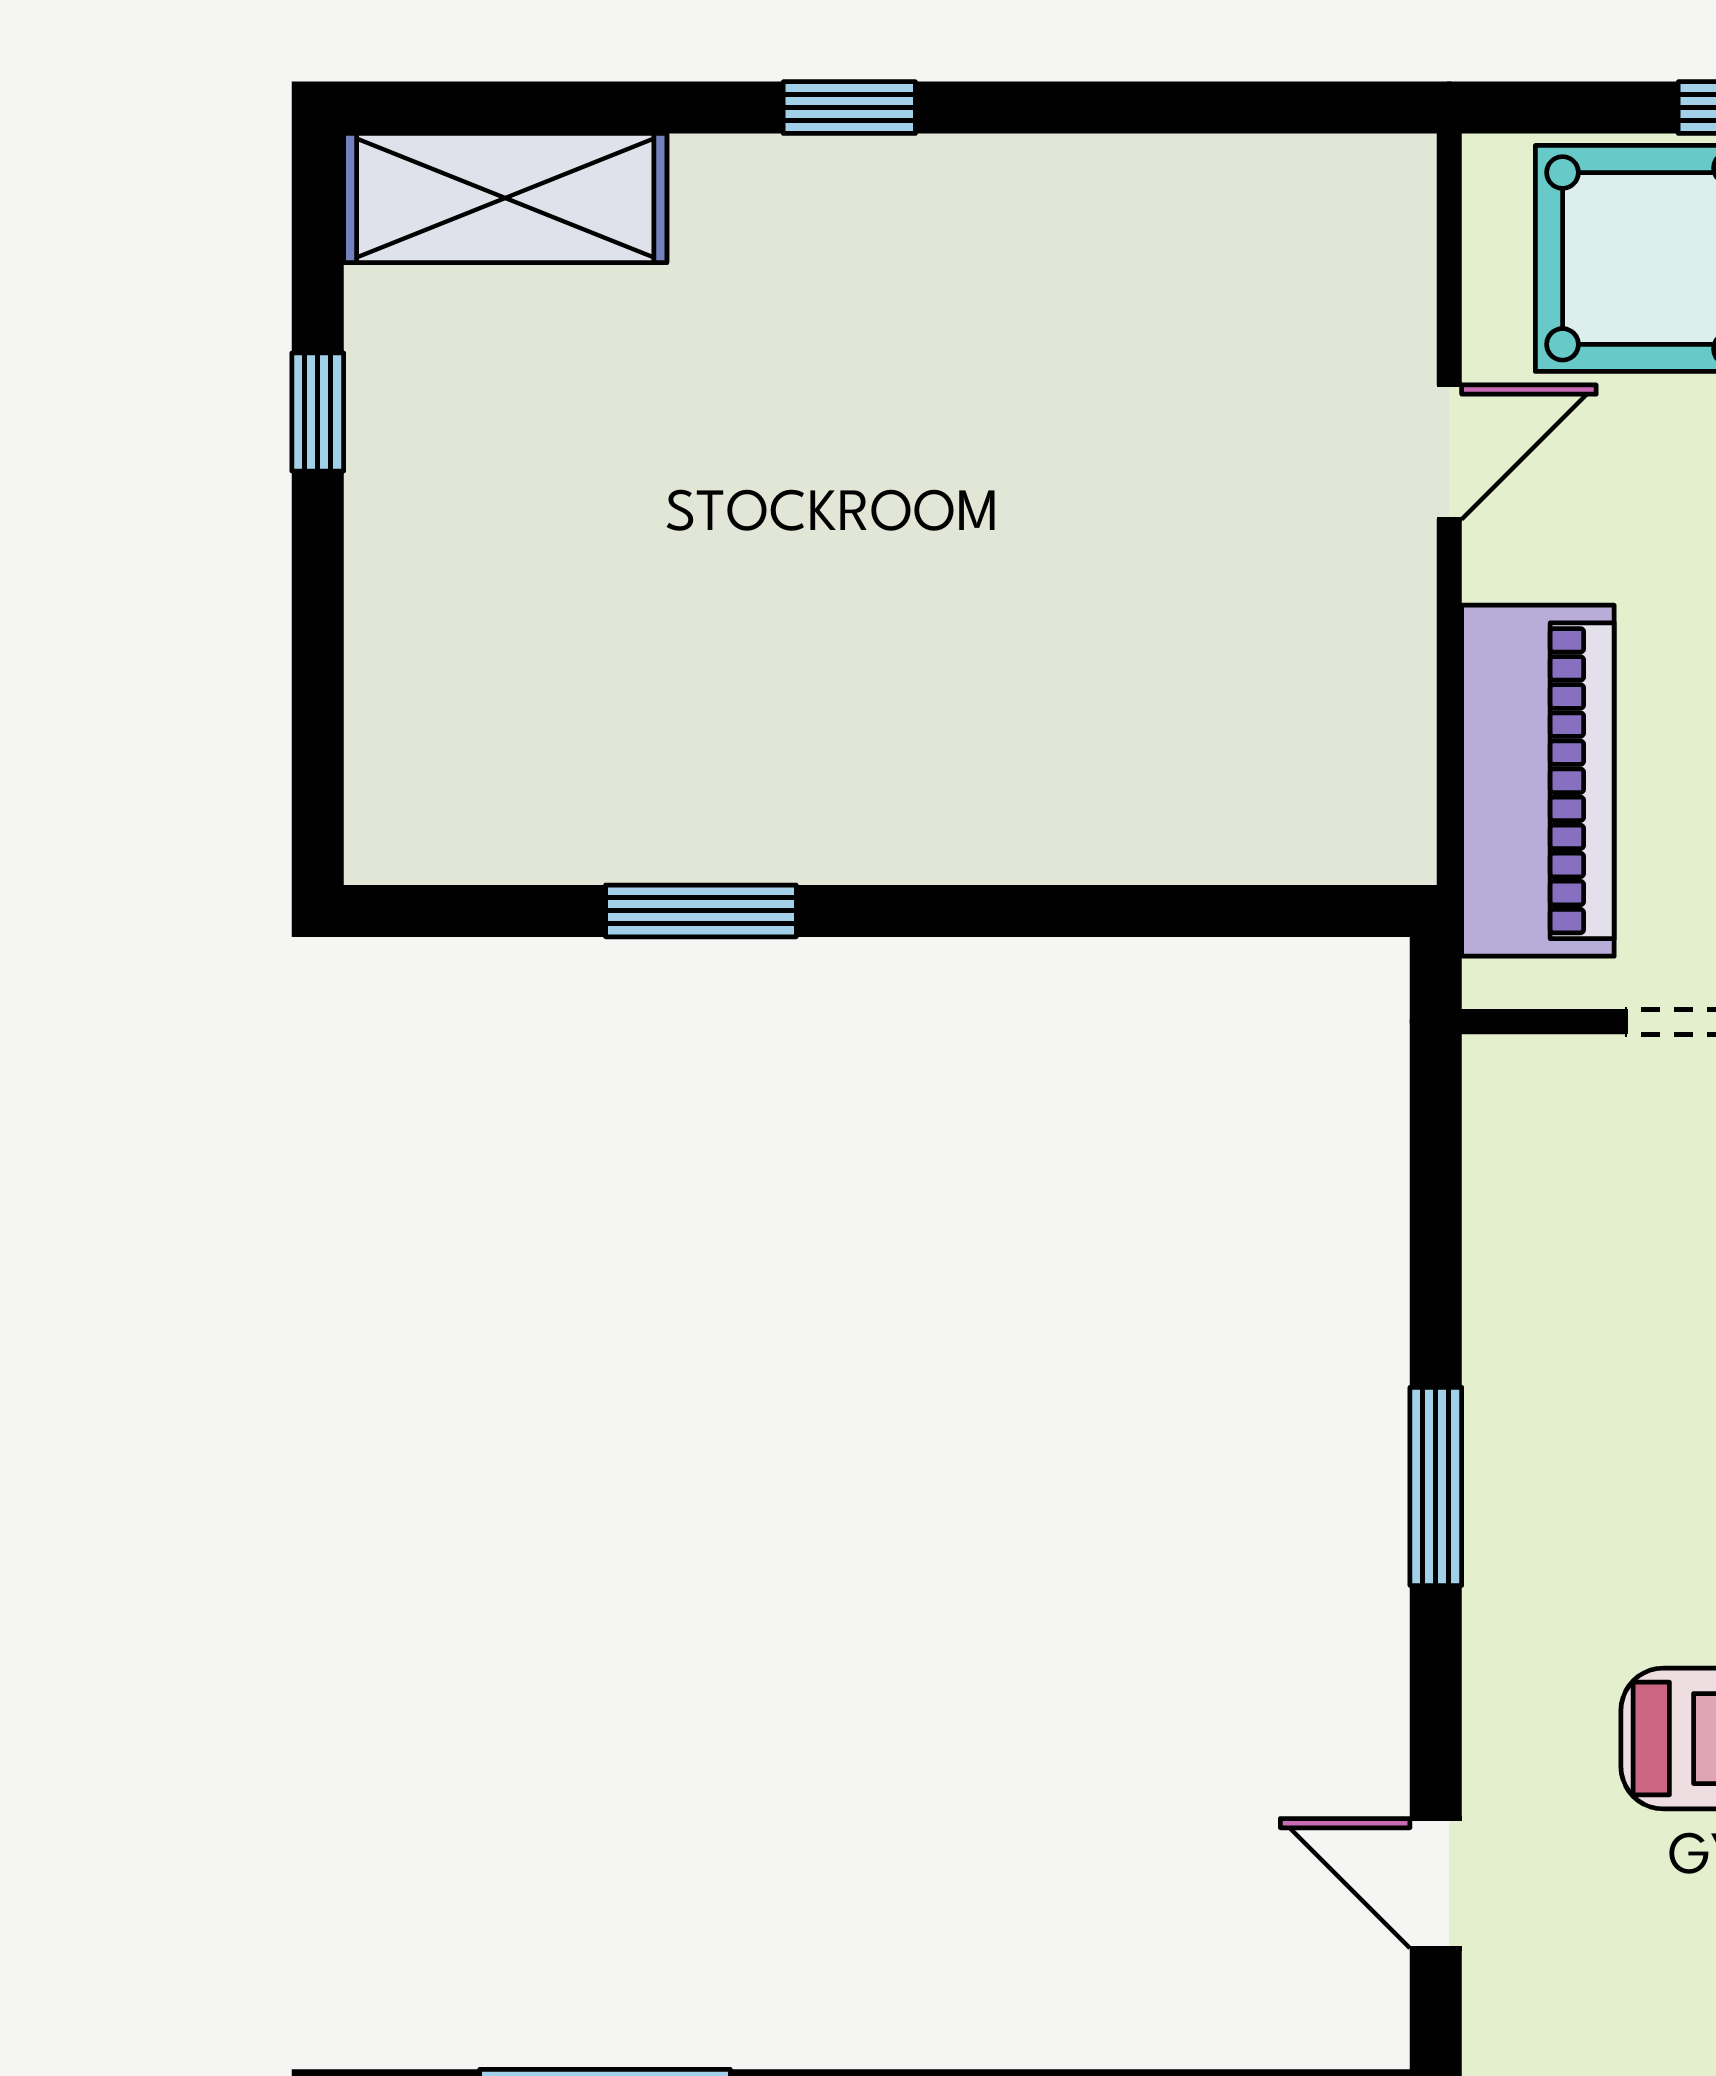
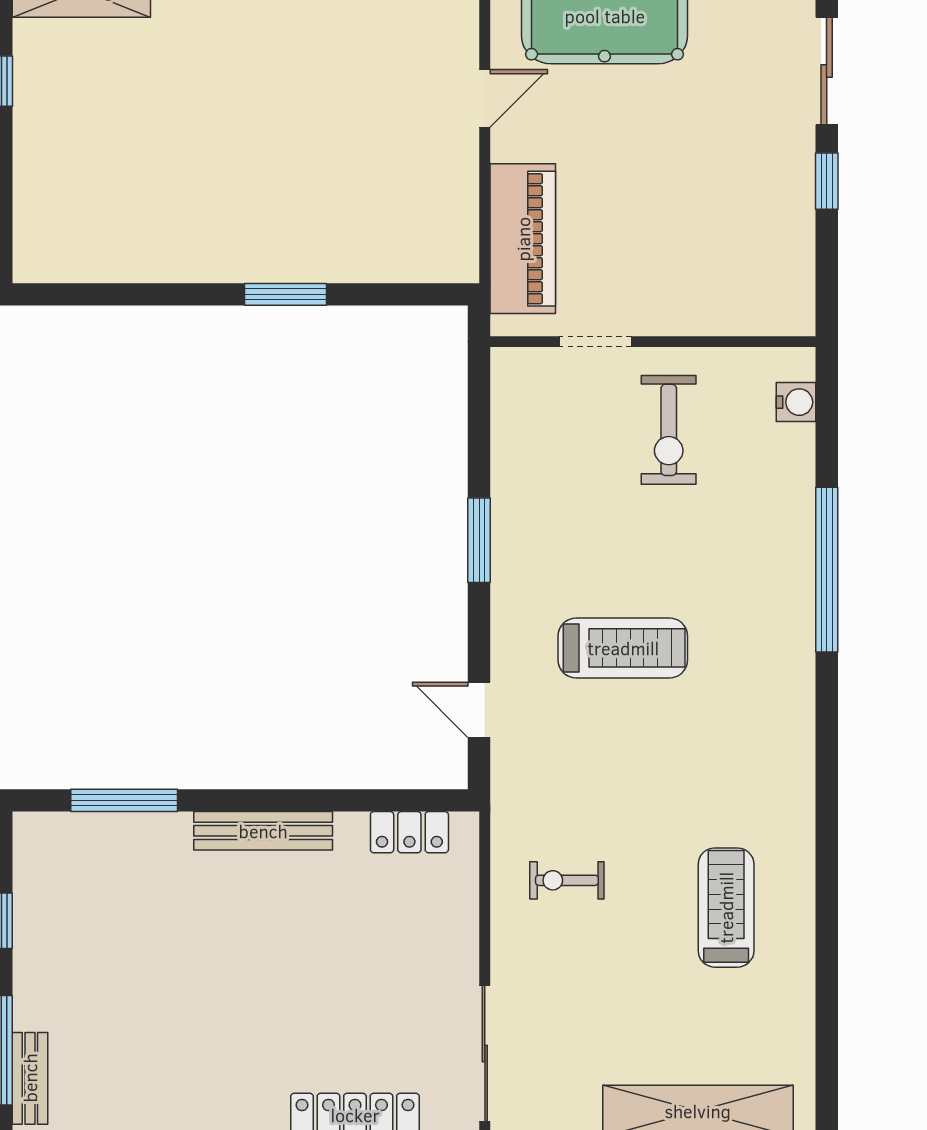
window: (701, 911) -> (285, 294), moved

